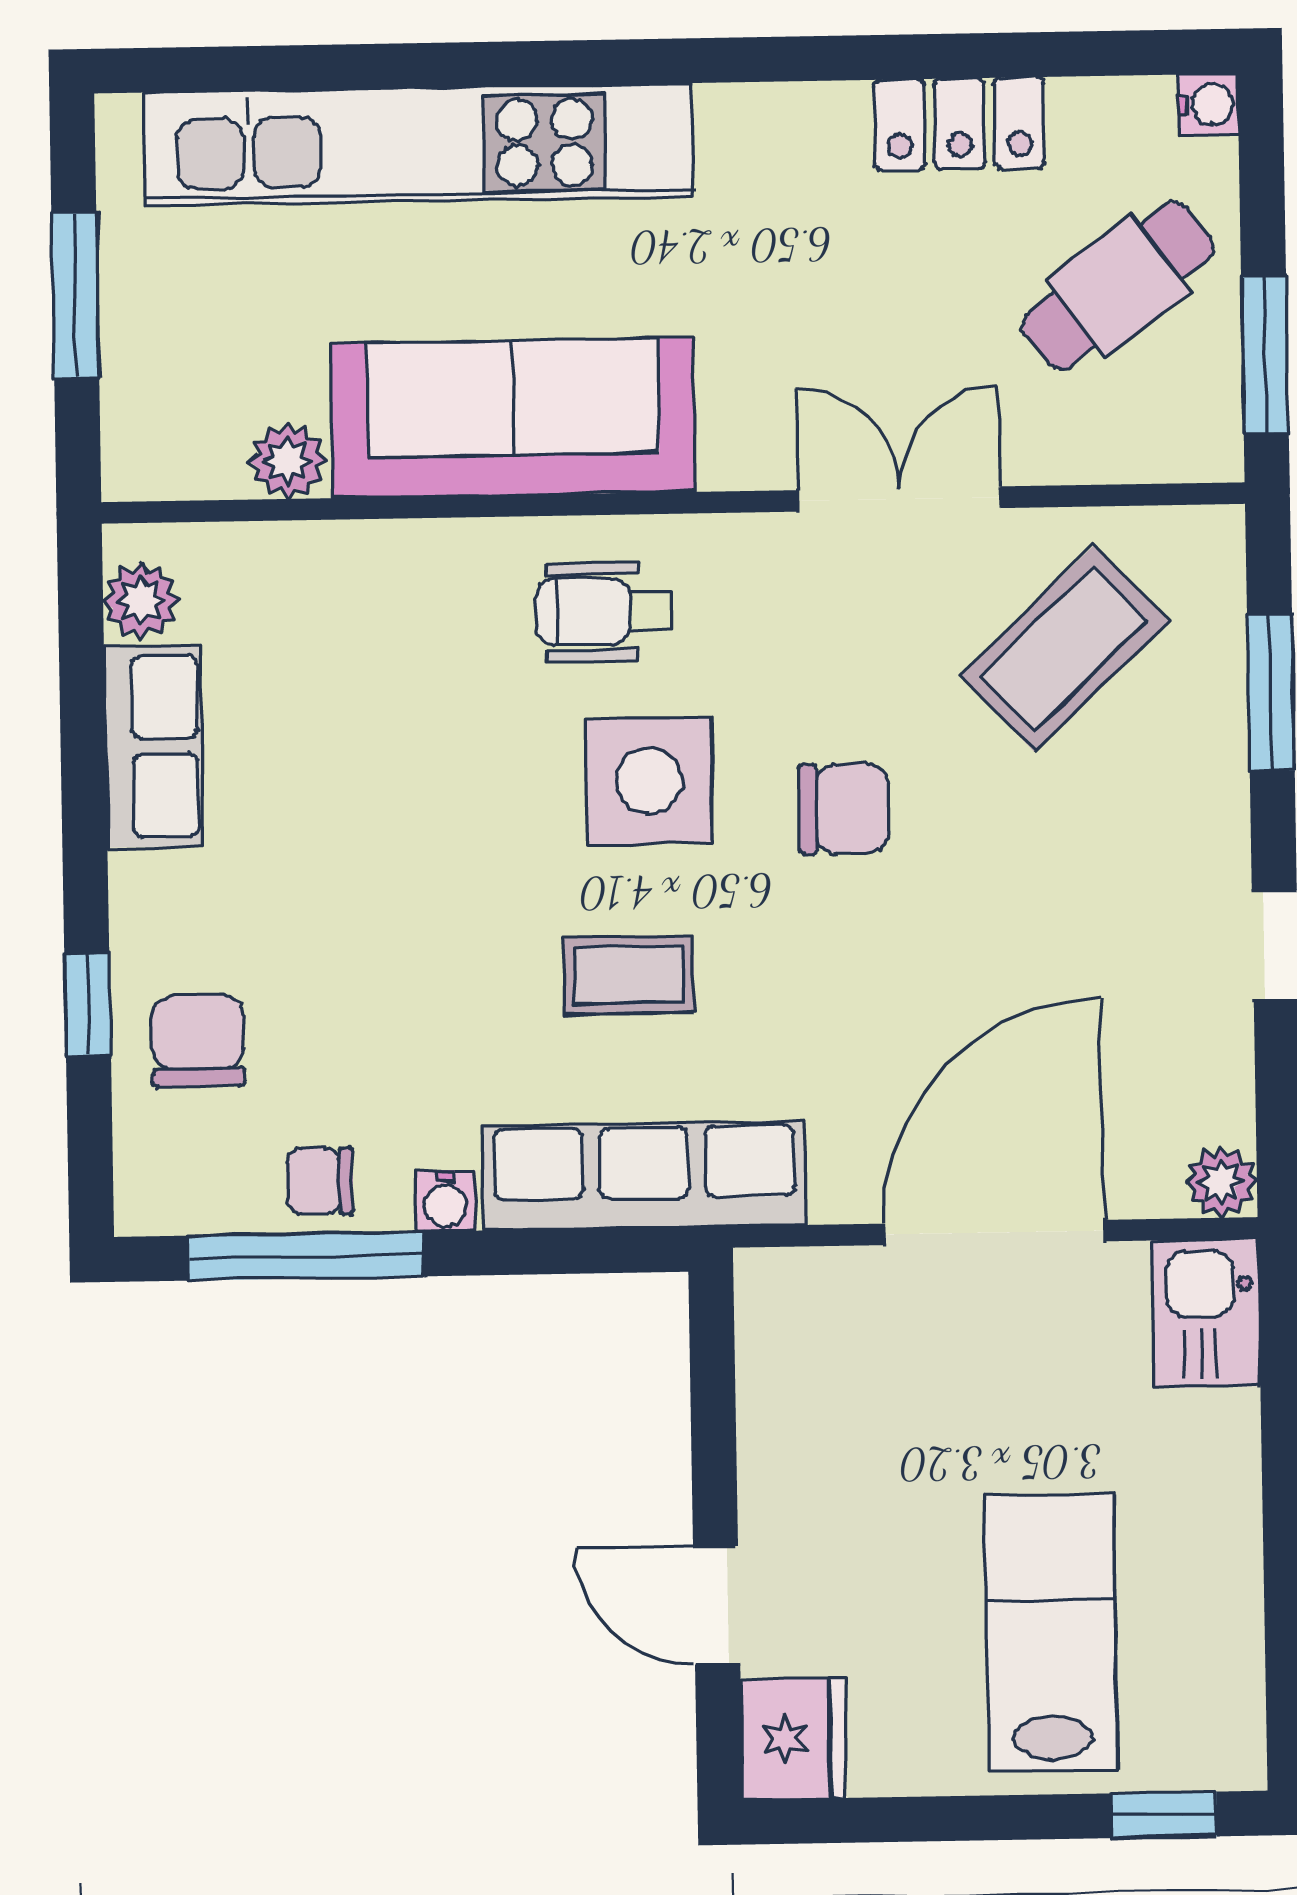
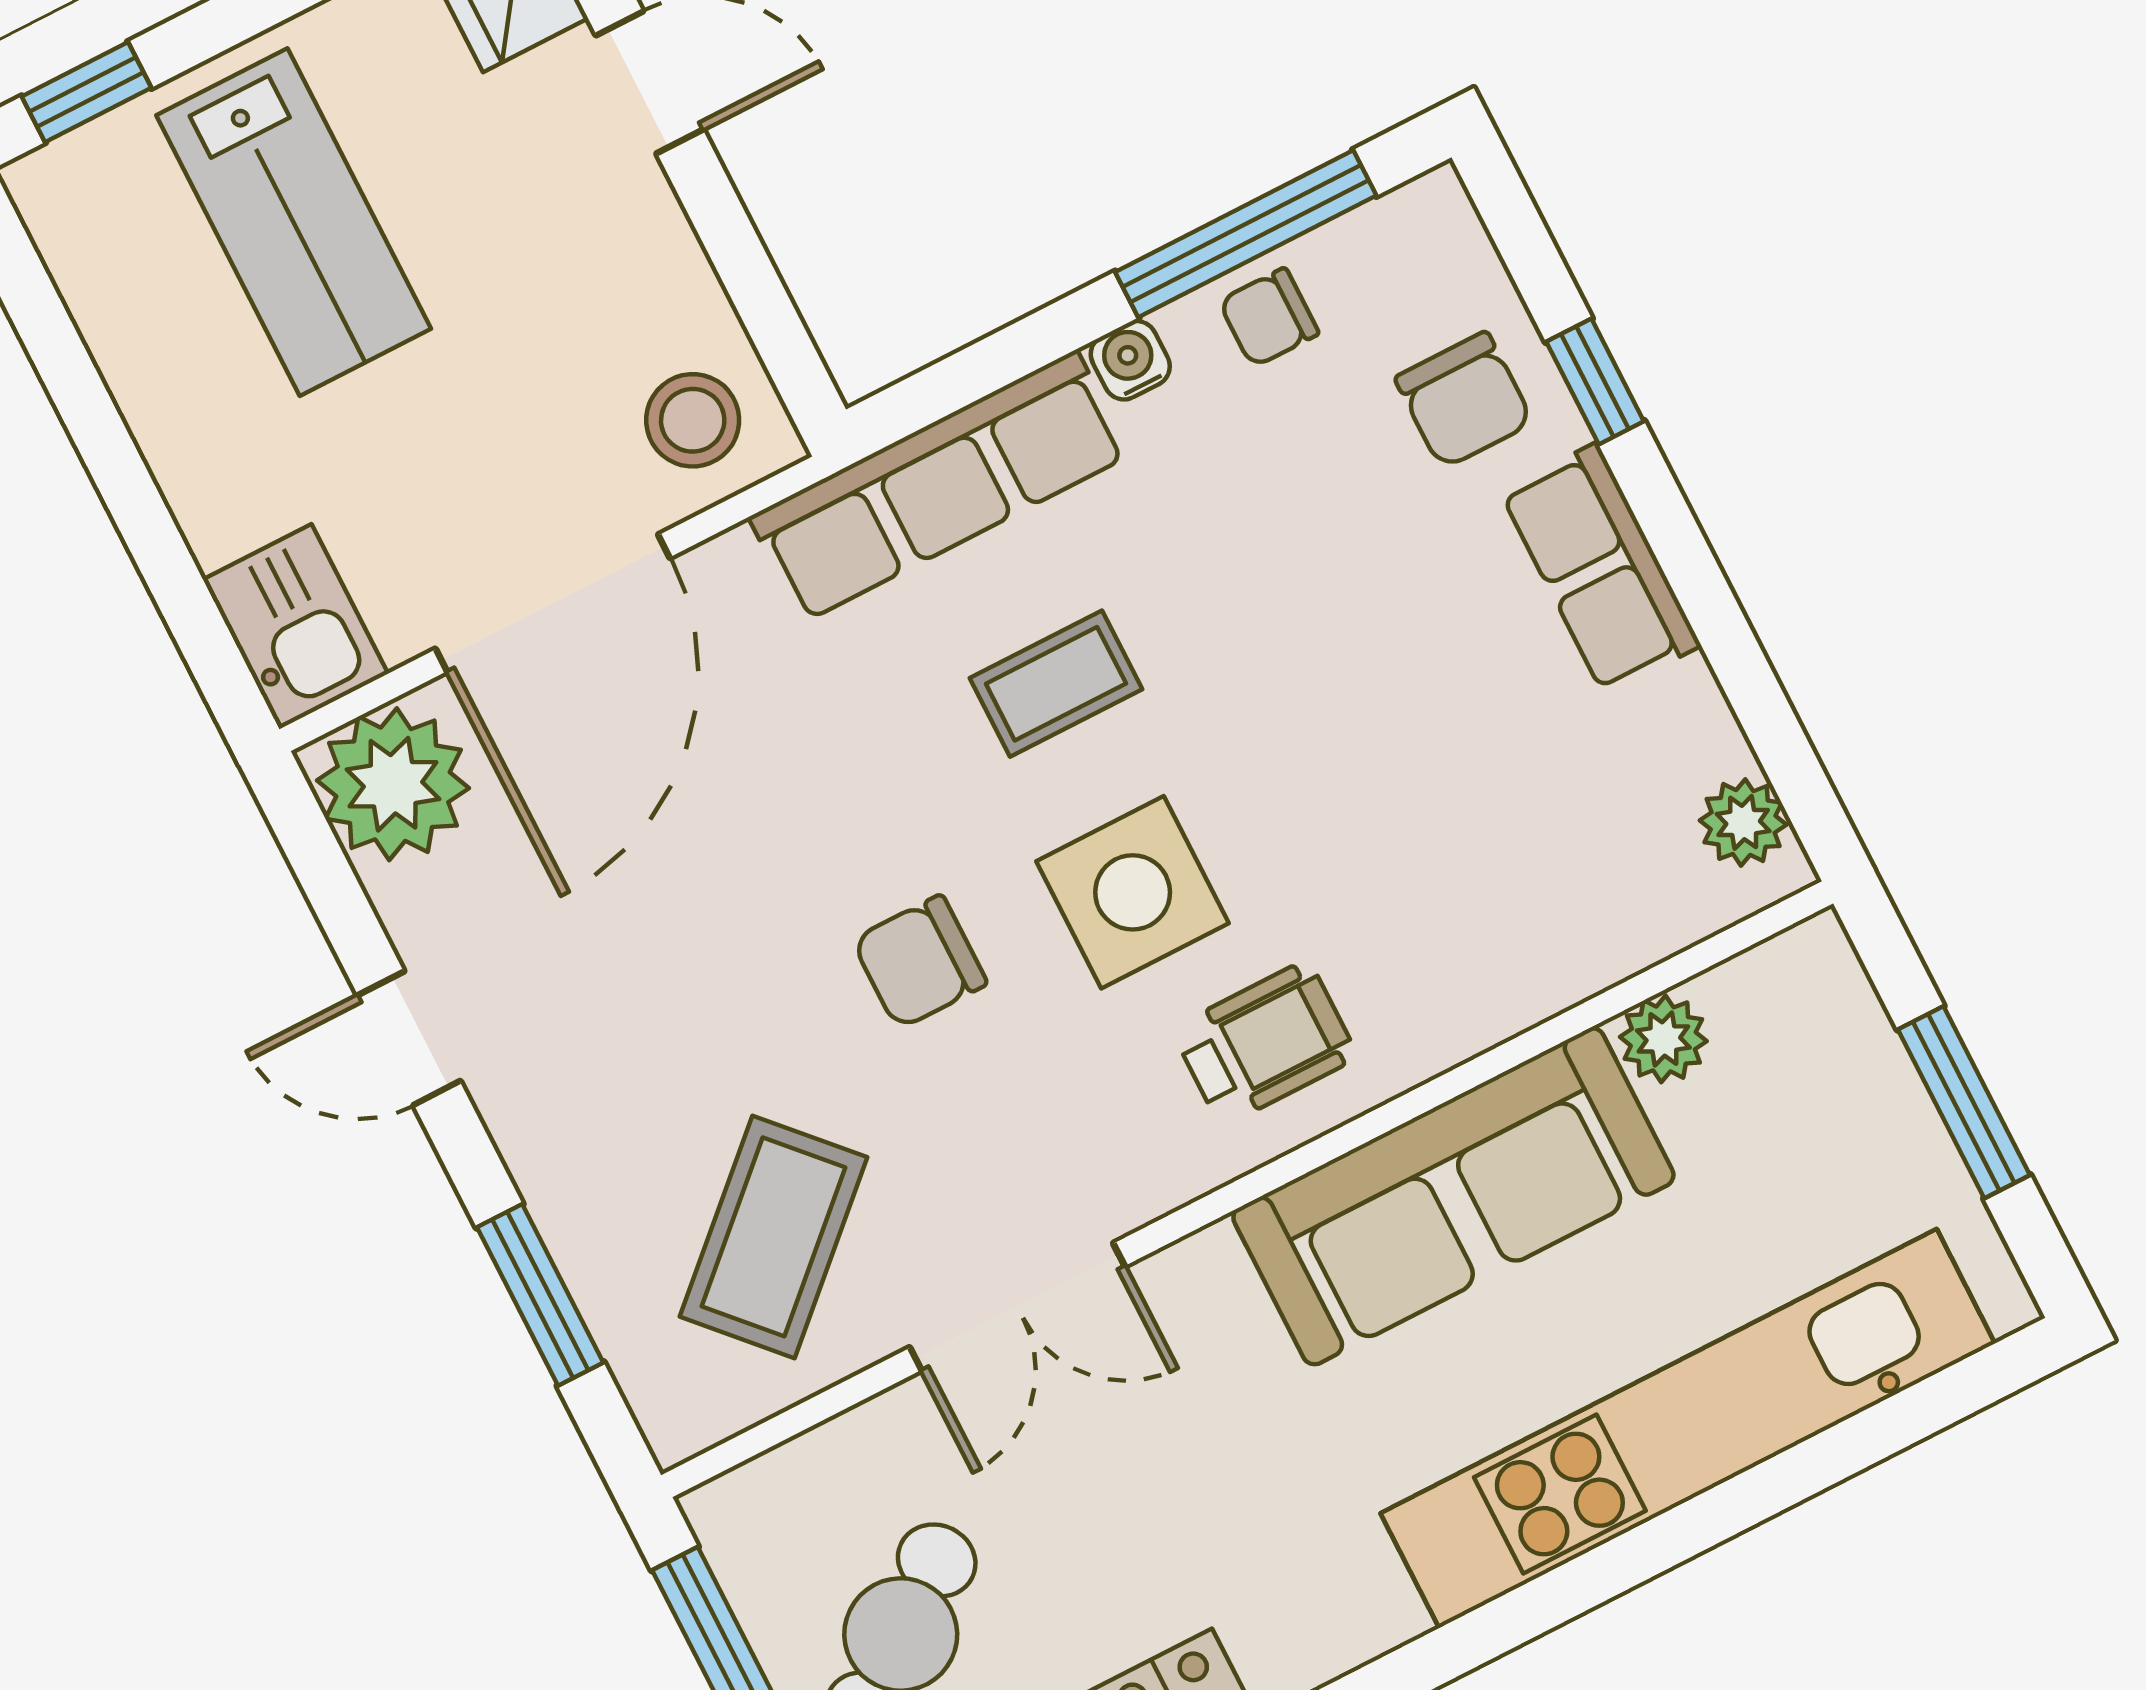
row of seats: (154, 746) -> (1600, 569), moved
chair: (320, 1181) -> (1269, 317), turned 180
plant: (1221, 1182) -> (393, 784), width x1.88, depth x1.88
stool: (813, 1323) -> (693, 420), added

